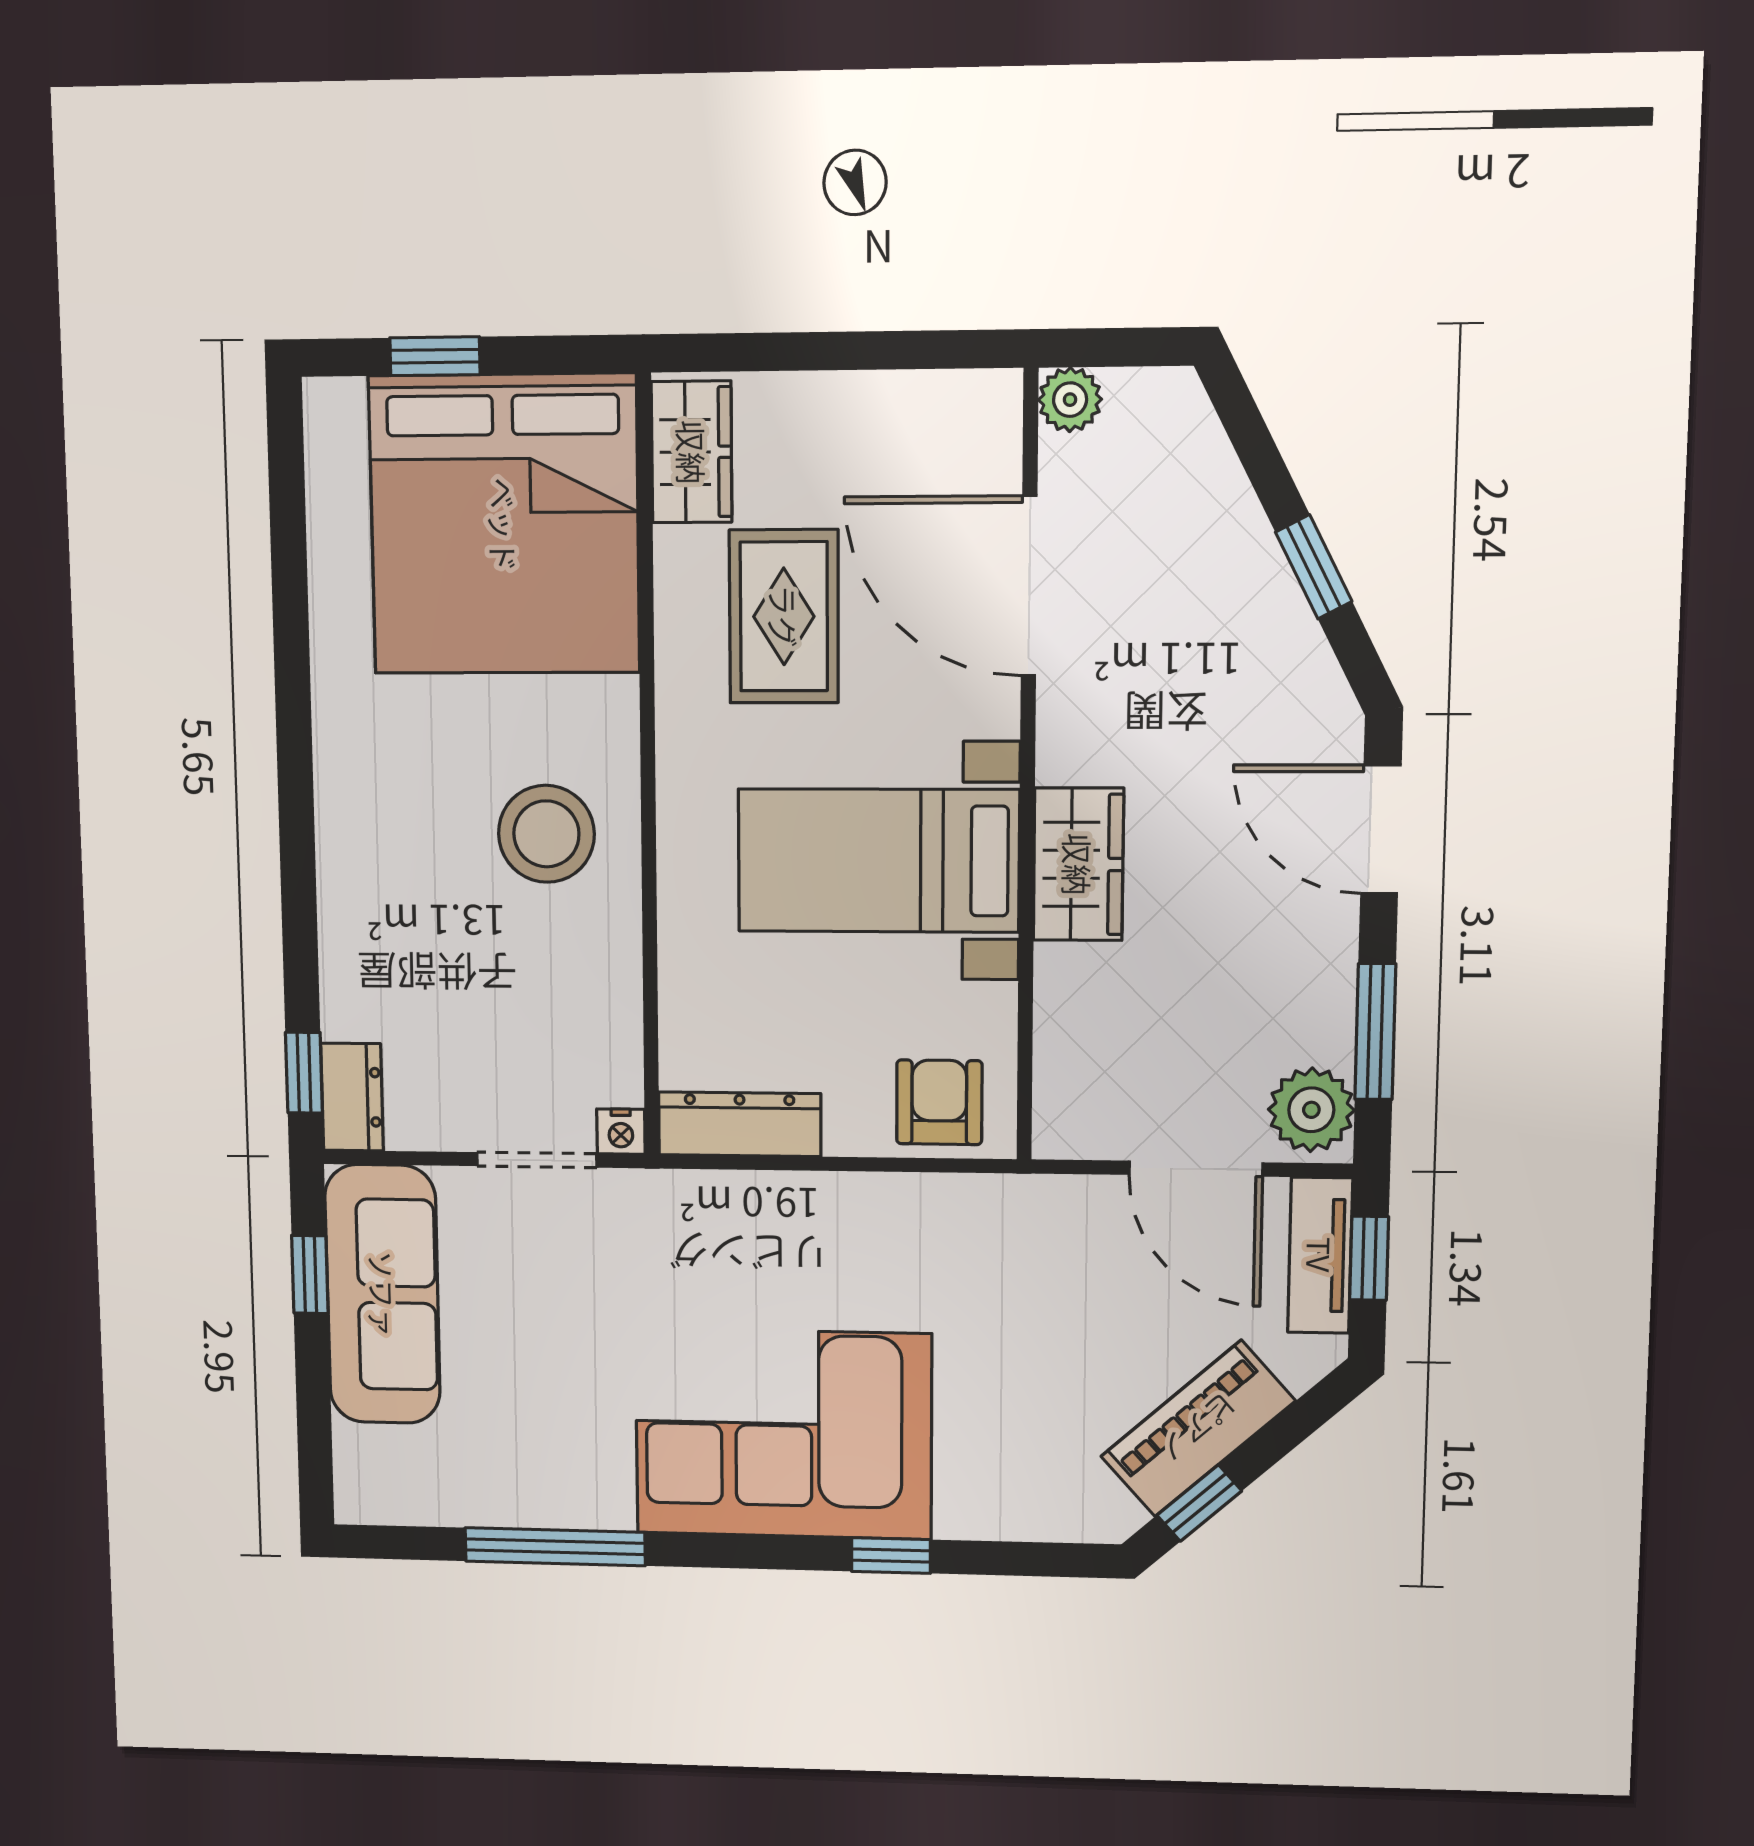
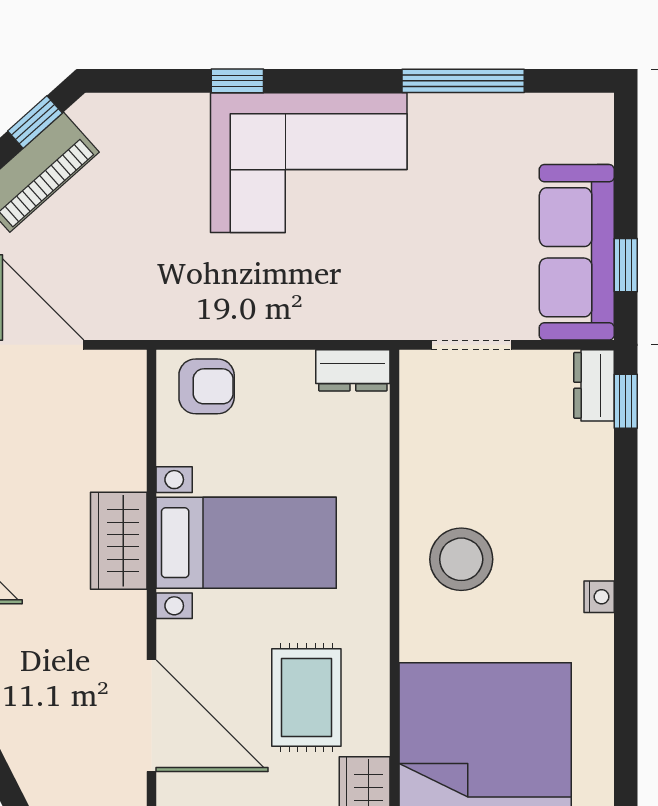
armchair: (939, 1102) -> (207, 386), turned -90
dresser: (740, 1124) -> (353, 370), width x0.70
nightstand: (621, 1132) -> (599, 597), moved, turned 90

